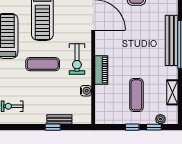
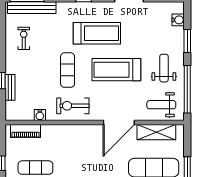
piano: (101, 70) -> (25, 131), moved

